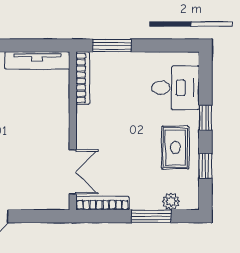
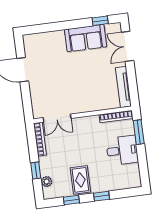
desk: (175, 88) -> (122, 150), moved, turned -90
rug: (175, 148) -> (80, 180), turned 90
window: (151, 216) -> (36, 171), width x0.67

